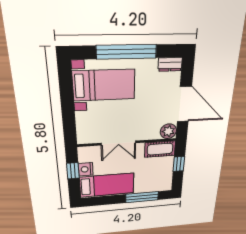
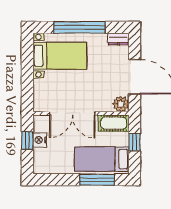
double door: (119, 143) -> (72, 113), width x1.37
bed: (107, 185) -> (102, 159), moved, turned 180

